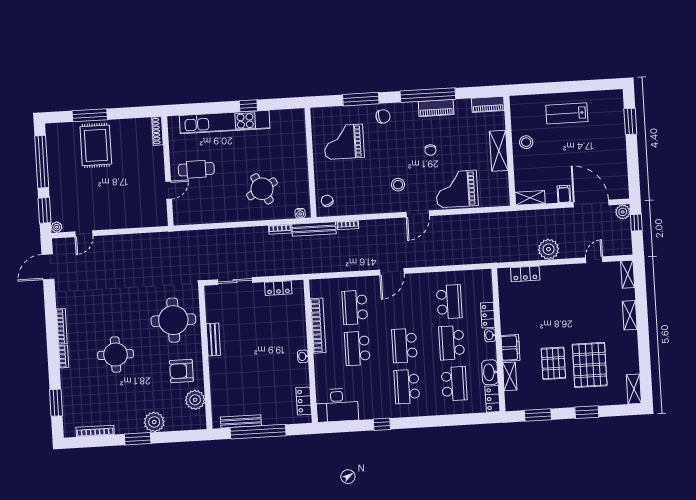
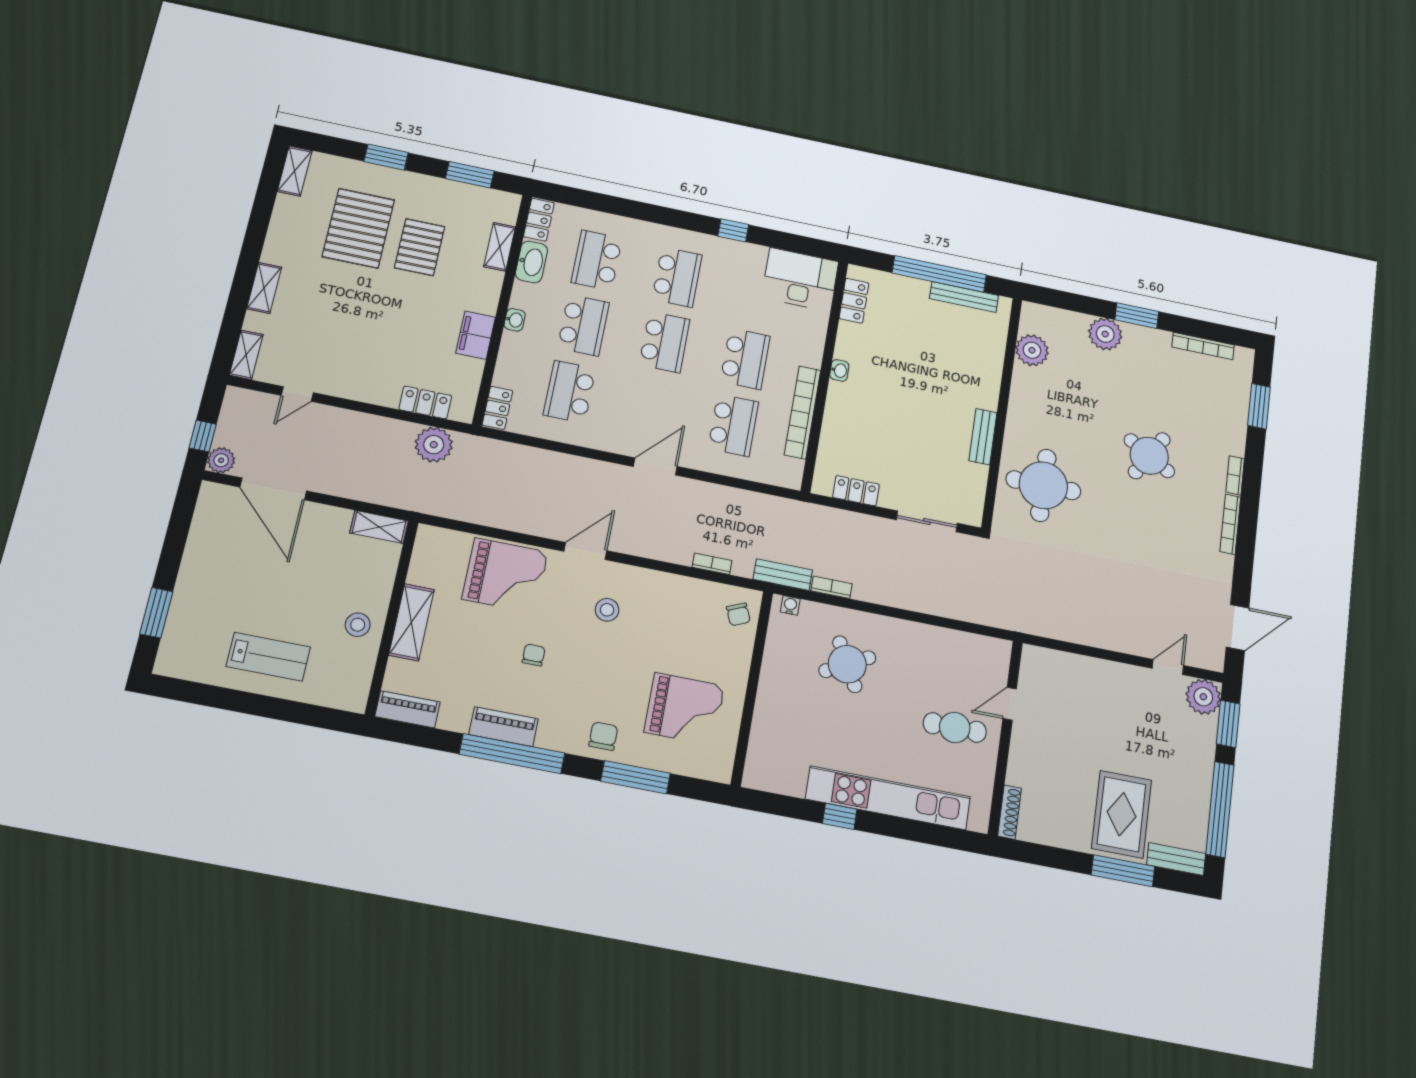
chair: (383, 116) -> (603, 736), turned 100
bench: (62, 129) -> (1176, 859), added
filing cabinet: (564, 194) -> (317, 518), removed
plant: (57, 227) -> (1203, 697), width x1.88, depth x1.88
bench: (314, 229) -> (783, 575), width x0.73
plant: (549, 249) -> (434, 445), moved
locker: (488, 315) -> (497, 408), moved
filing cabinet: (510, 348) -> (476, 335), moved
round table: (116, 355) -> (1149, 456), turned 31
armchair: (181, 371) -> (1046, 401), removed

